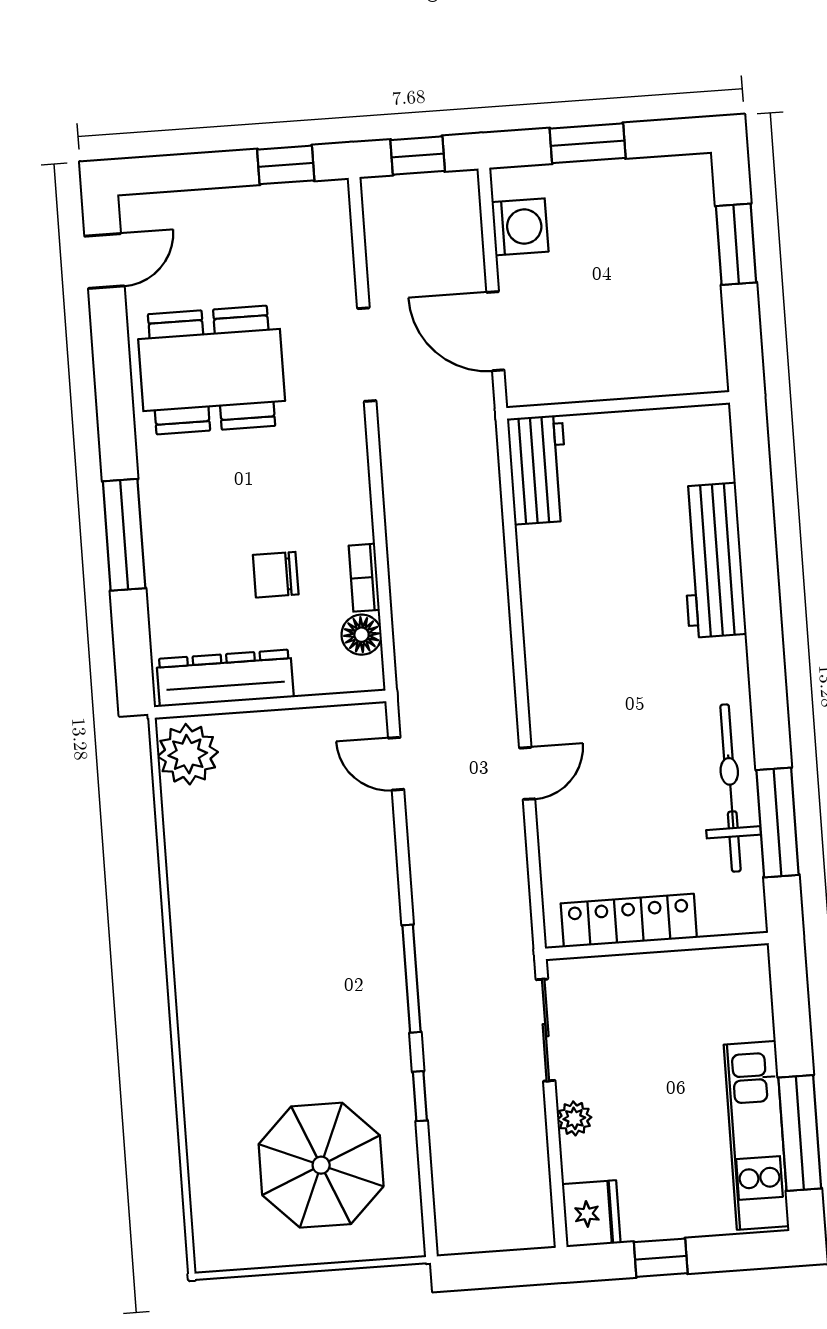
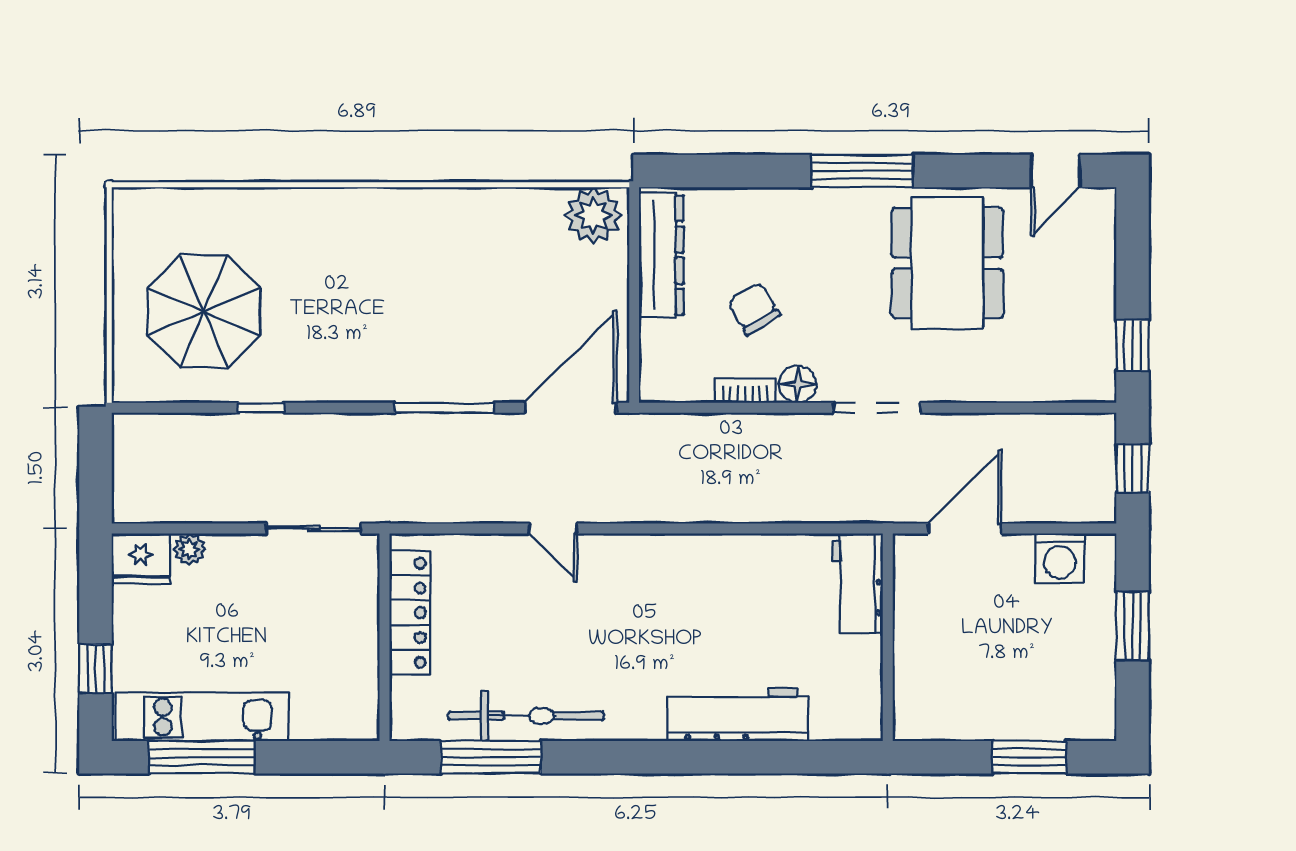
door: (104, 261) -> (1056, 171), hinge flipped
doorway: (367, 355) -> (877, 408), moved
workbench: (538, 470) -> (857, 583), moved, turned 90
window: (124, 535) -> (862, 171), moved
chair: (276, 575) -> (754, 309), turned -31
floor lamp: (362, 635) -> (798, 384), moved
door: (396, 764) -> (571, 408), width x1.87
window: (411, 979) -> (444, 408), moved
plant: (574, 1118) -> (189, 549), moved
window: (661, 1258) -> (95, 669), moved

